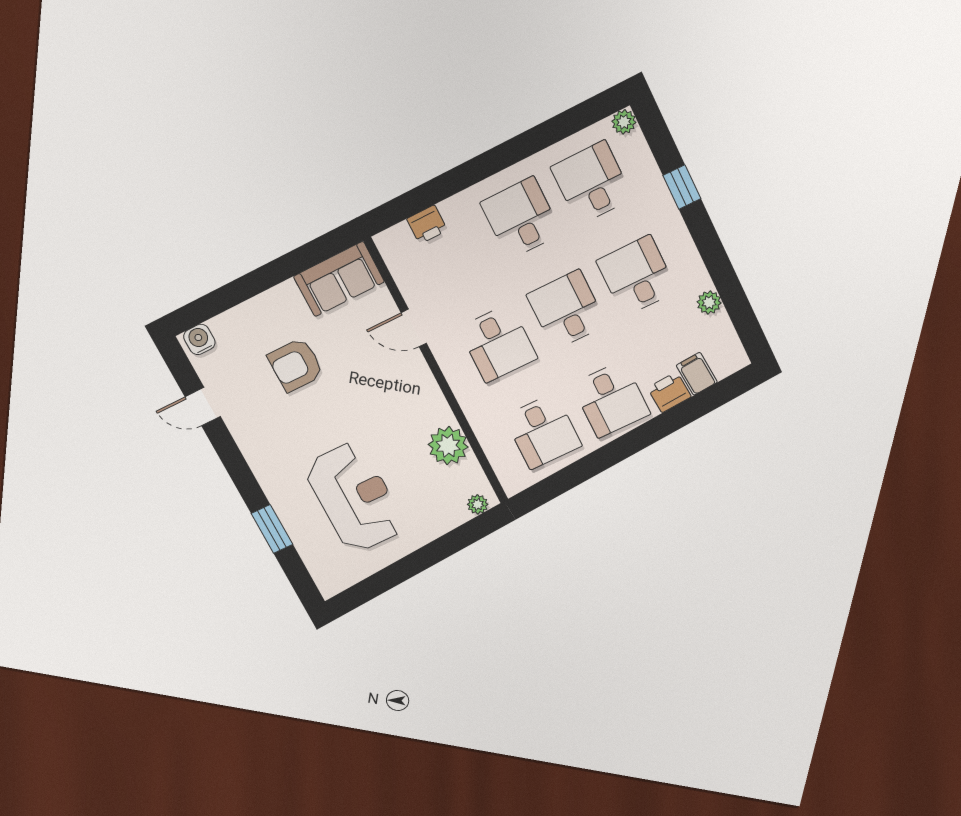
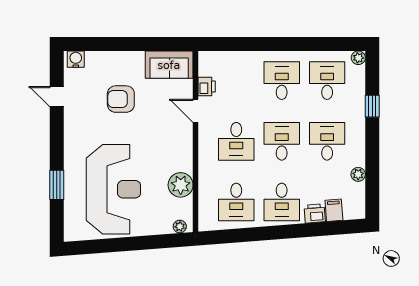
printer: (427, 225) -> (207, 86), moved, turned -90
reception desk: (355, 497) -> (113, 189), width x1.36, depth x1.30

